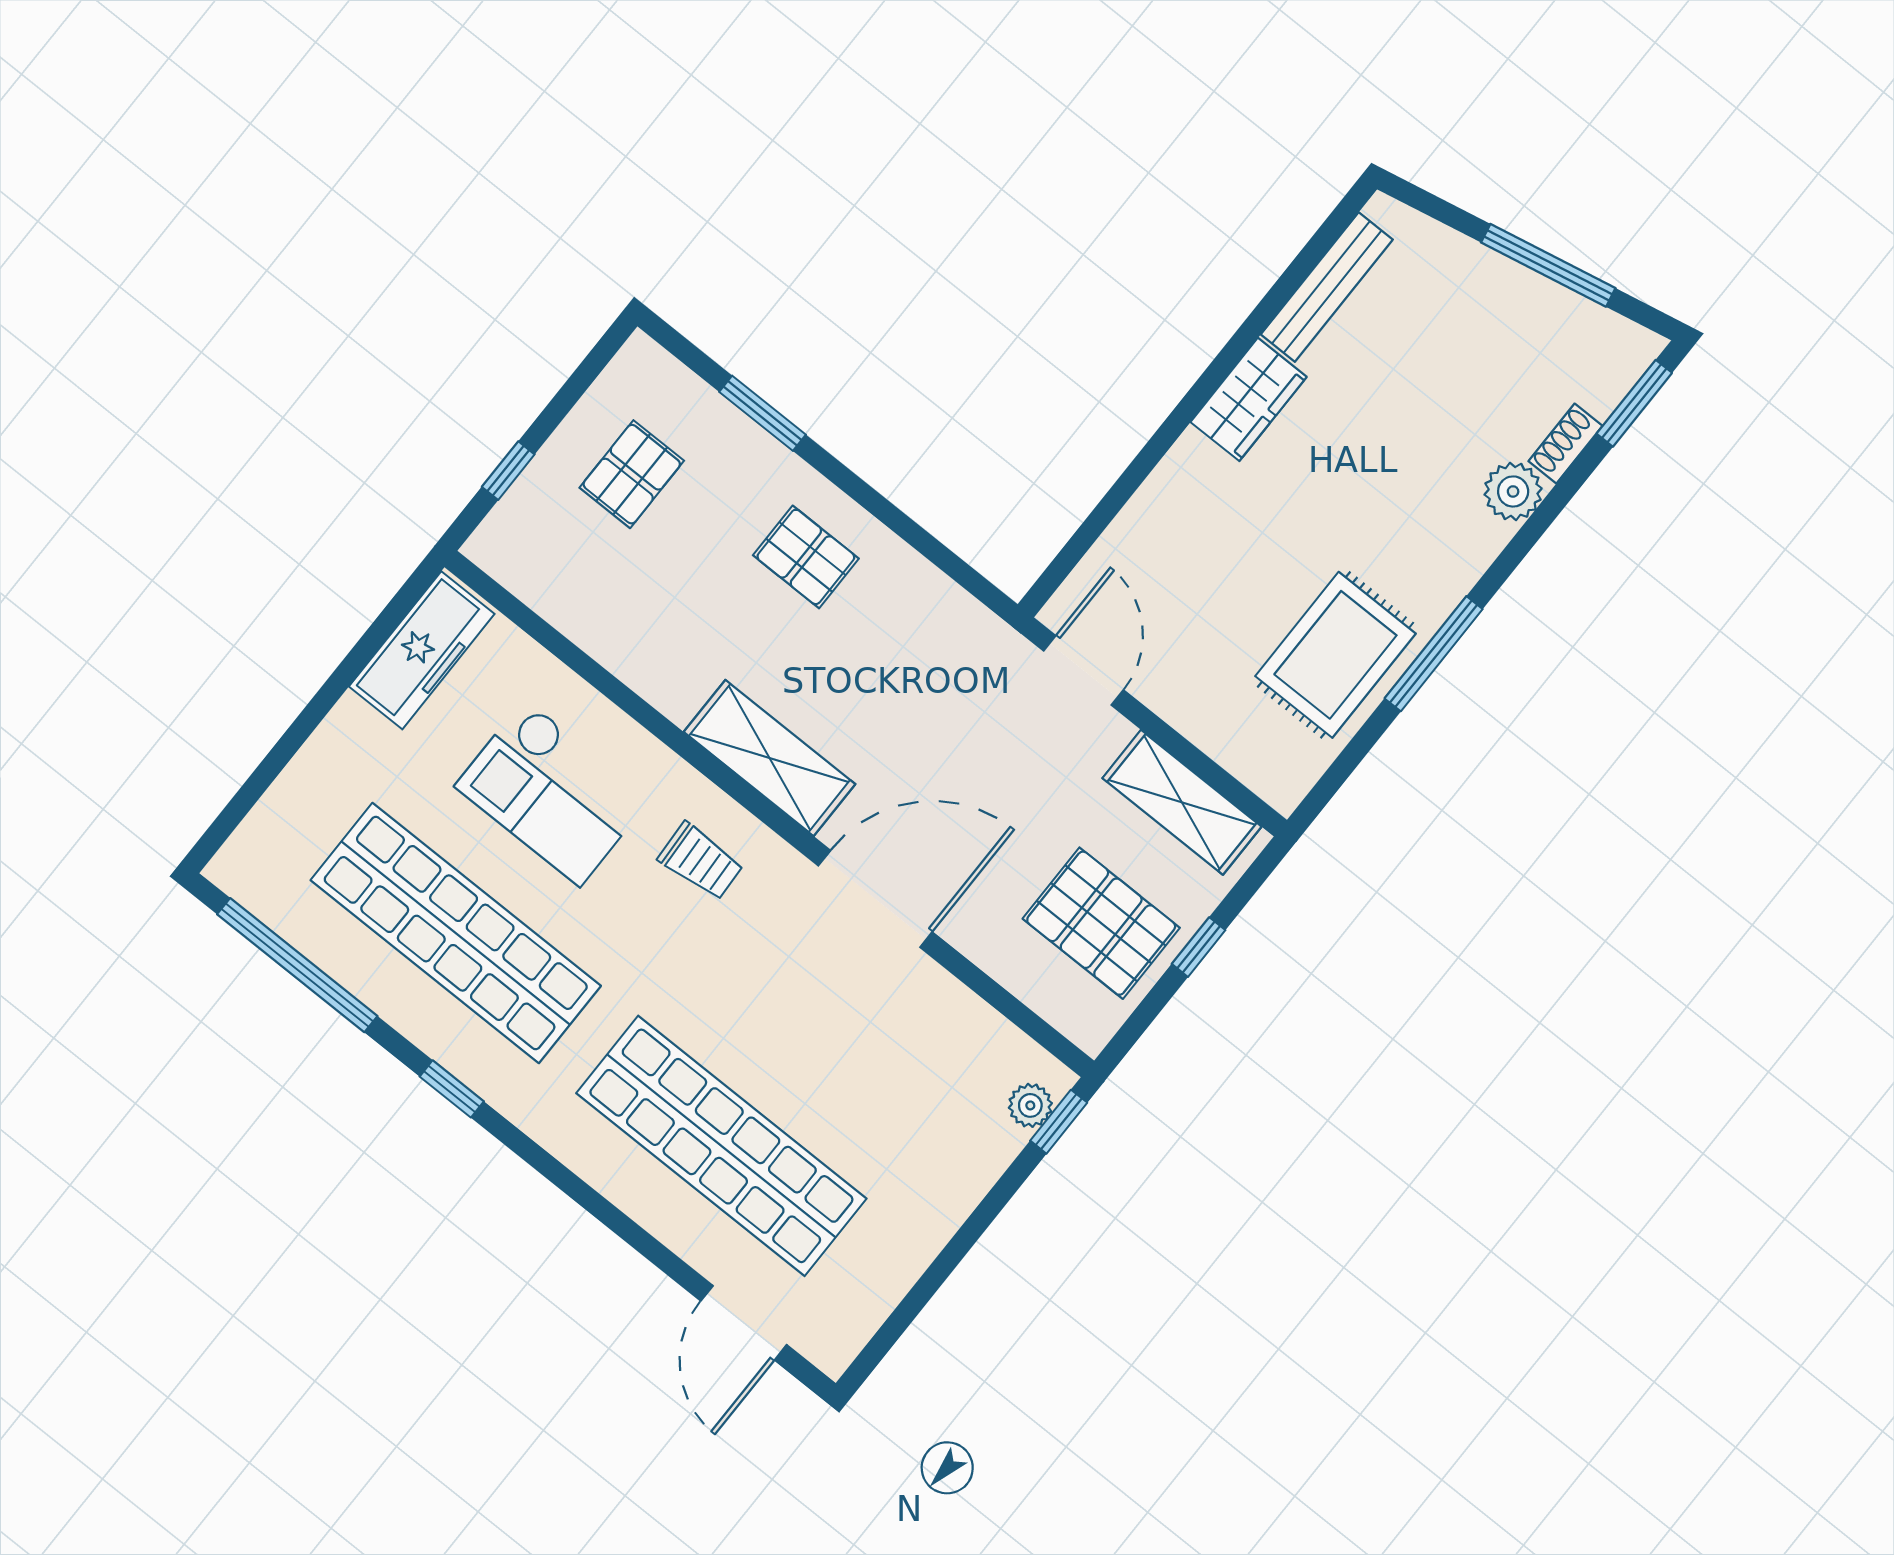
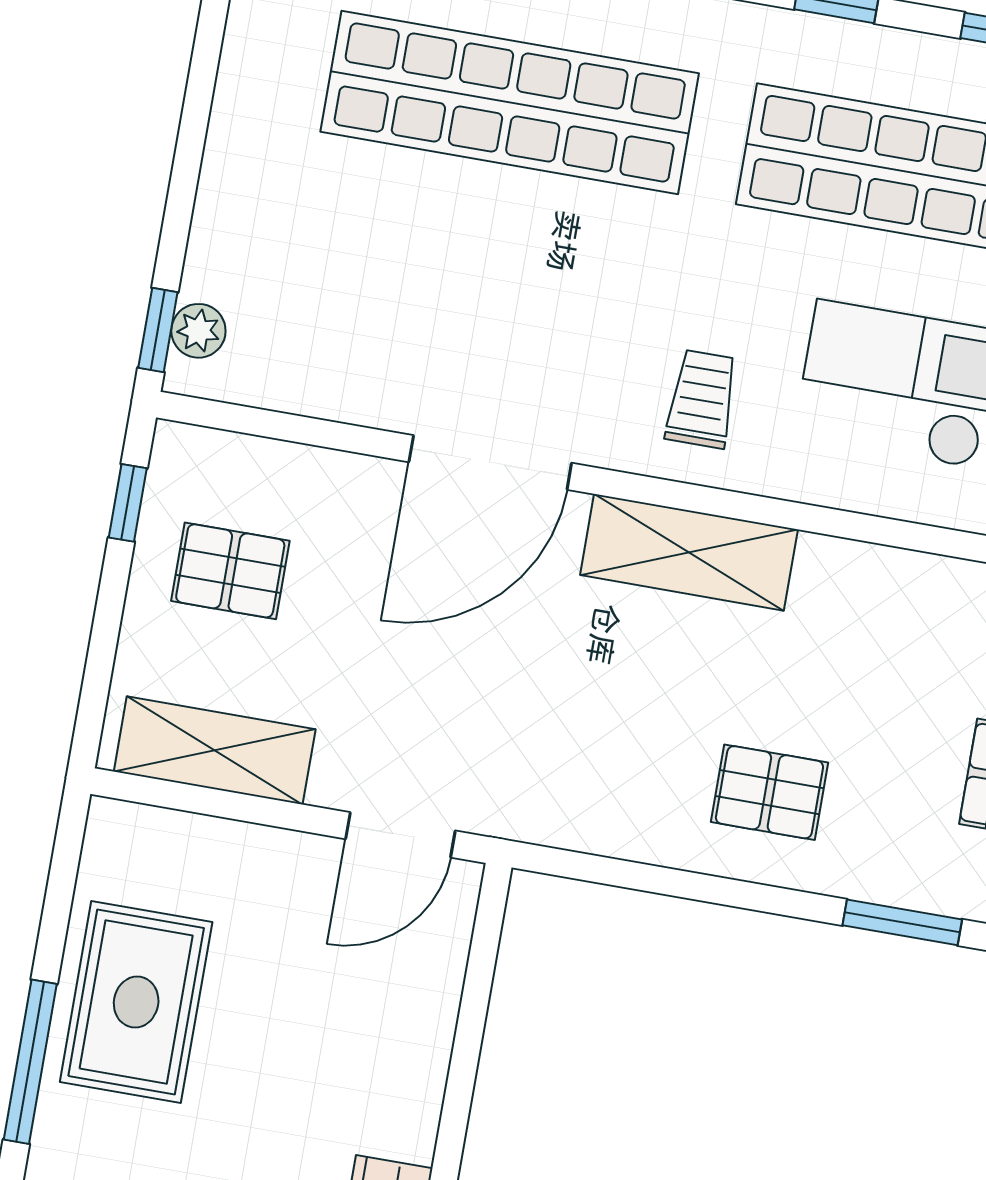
door: (1083, 670) -> (400, 835), hinge flipped
trolley: (701, 861) -> (702, 399), turned 93
pallet: (1101, 923) -> (230, 571), width x0.67, depth x0.71
window: (1199, 947) -> (128, 503), moved

